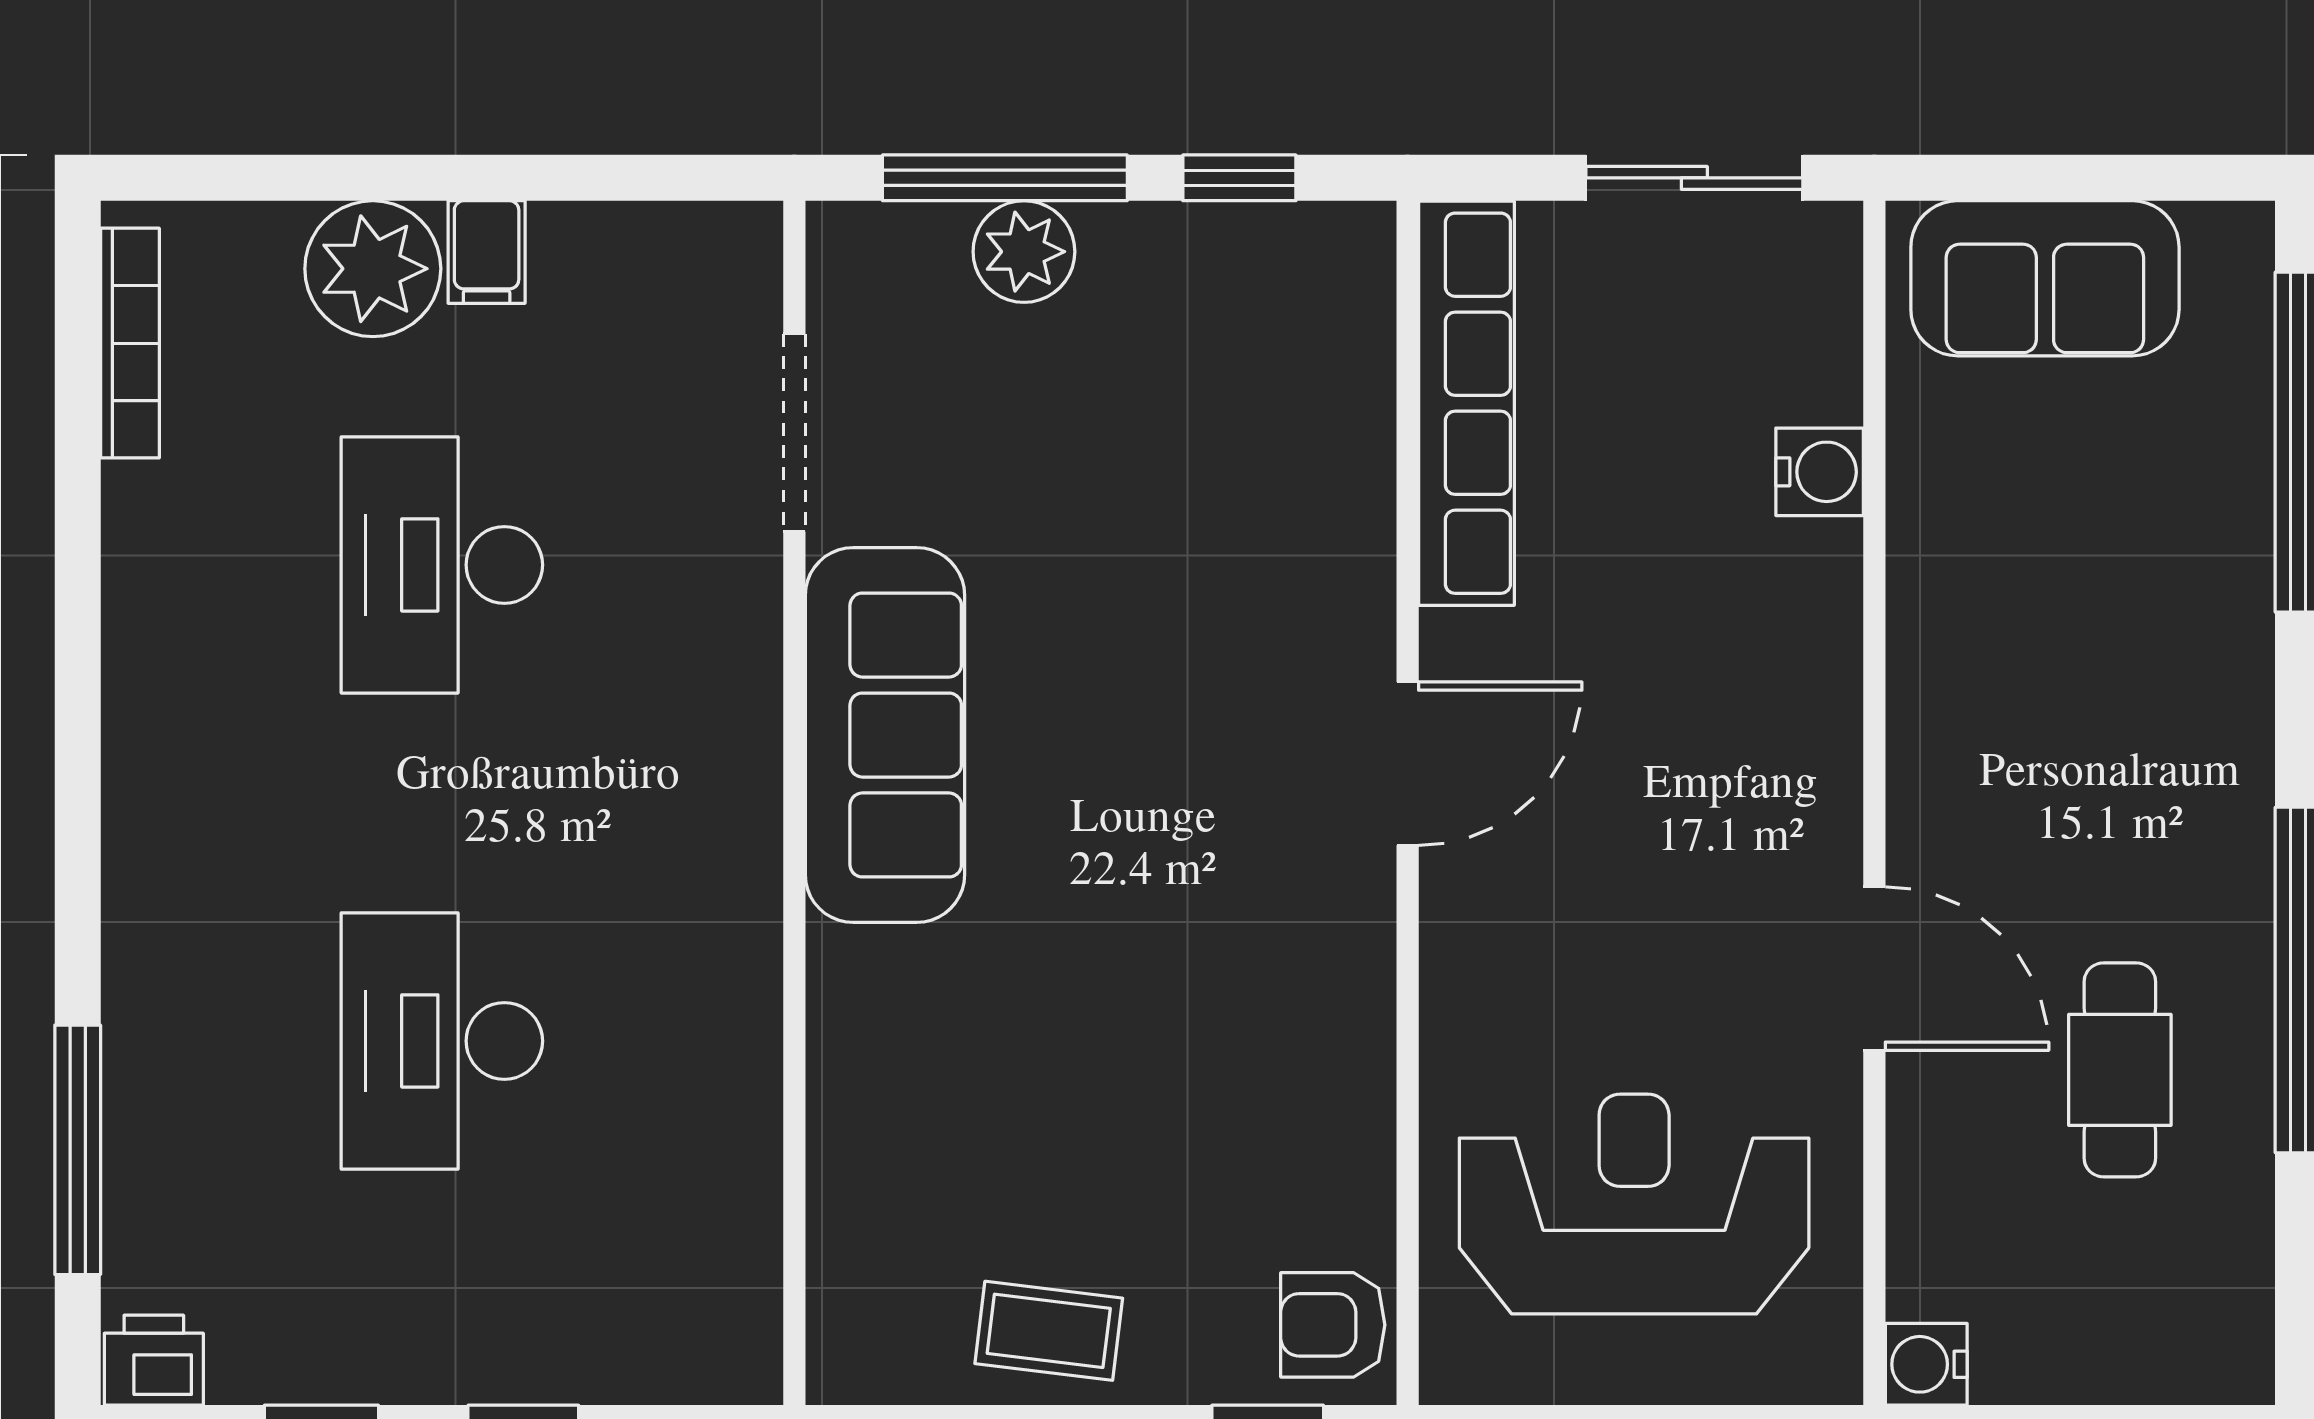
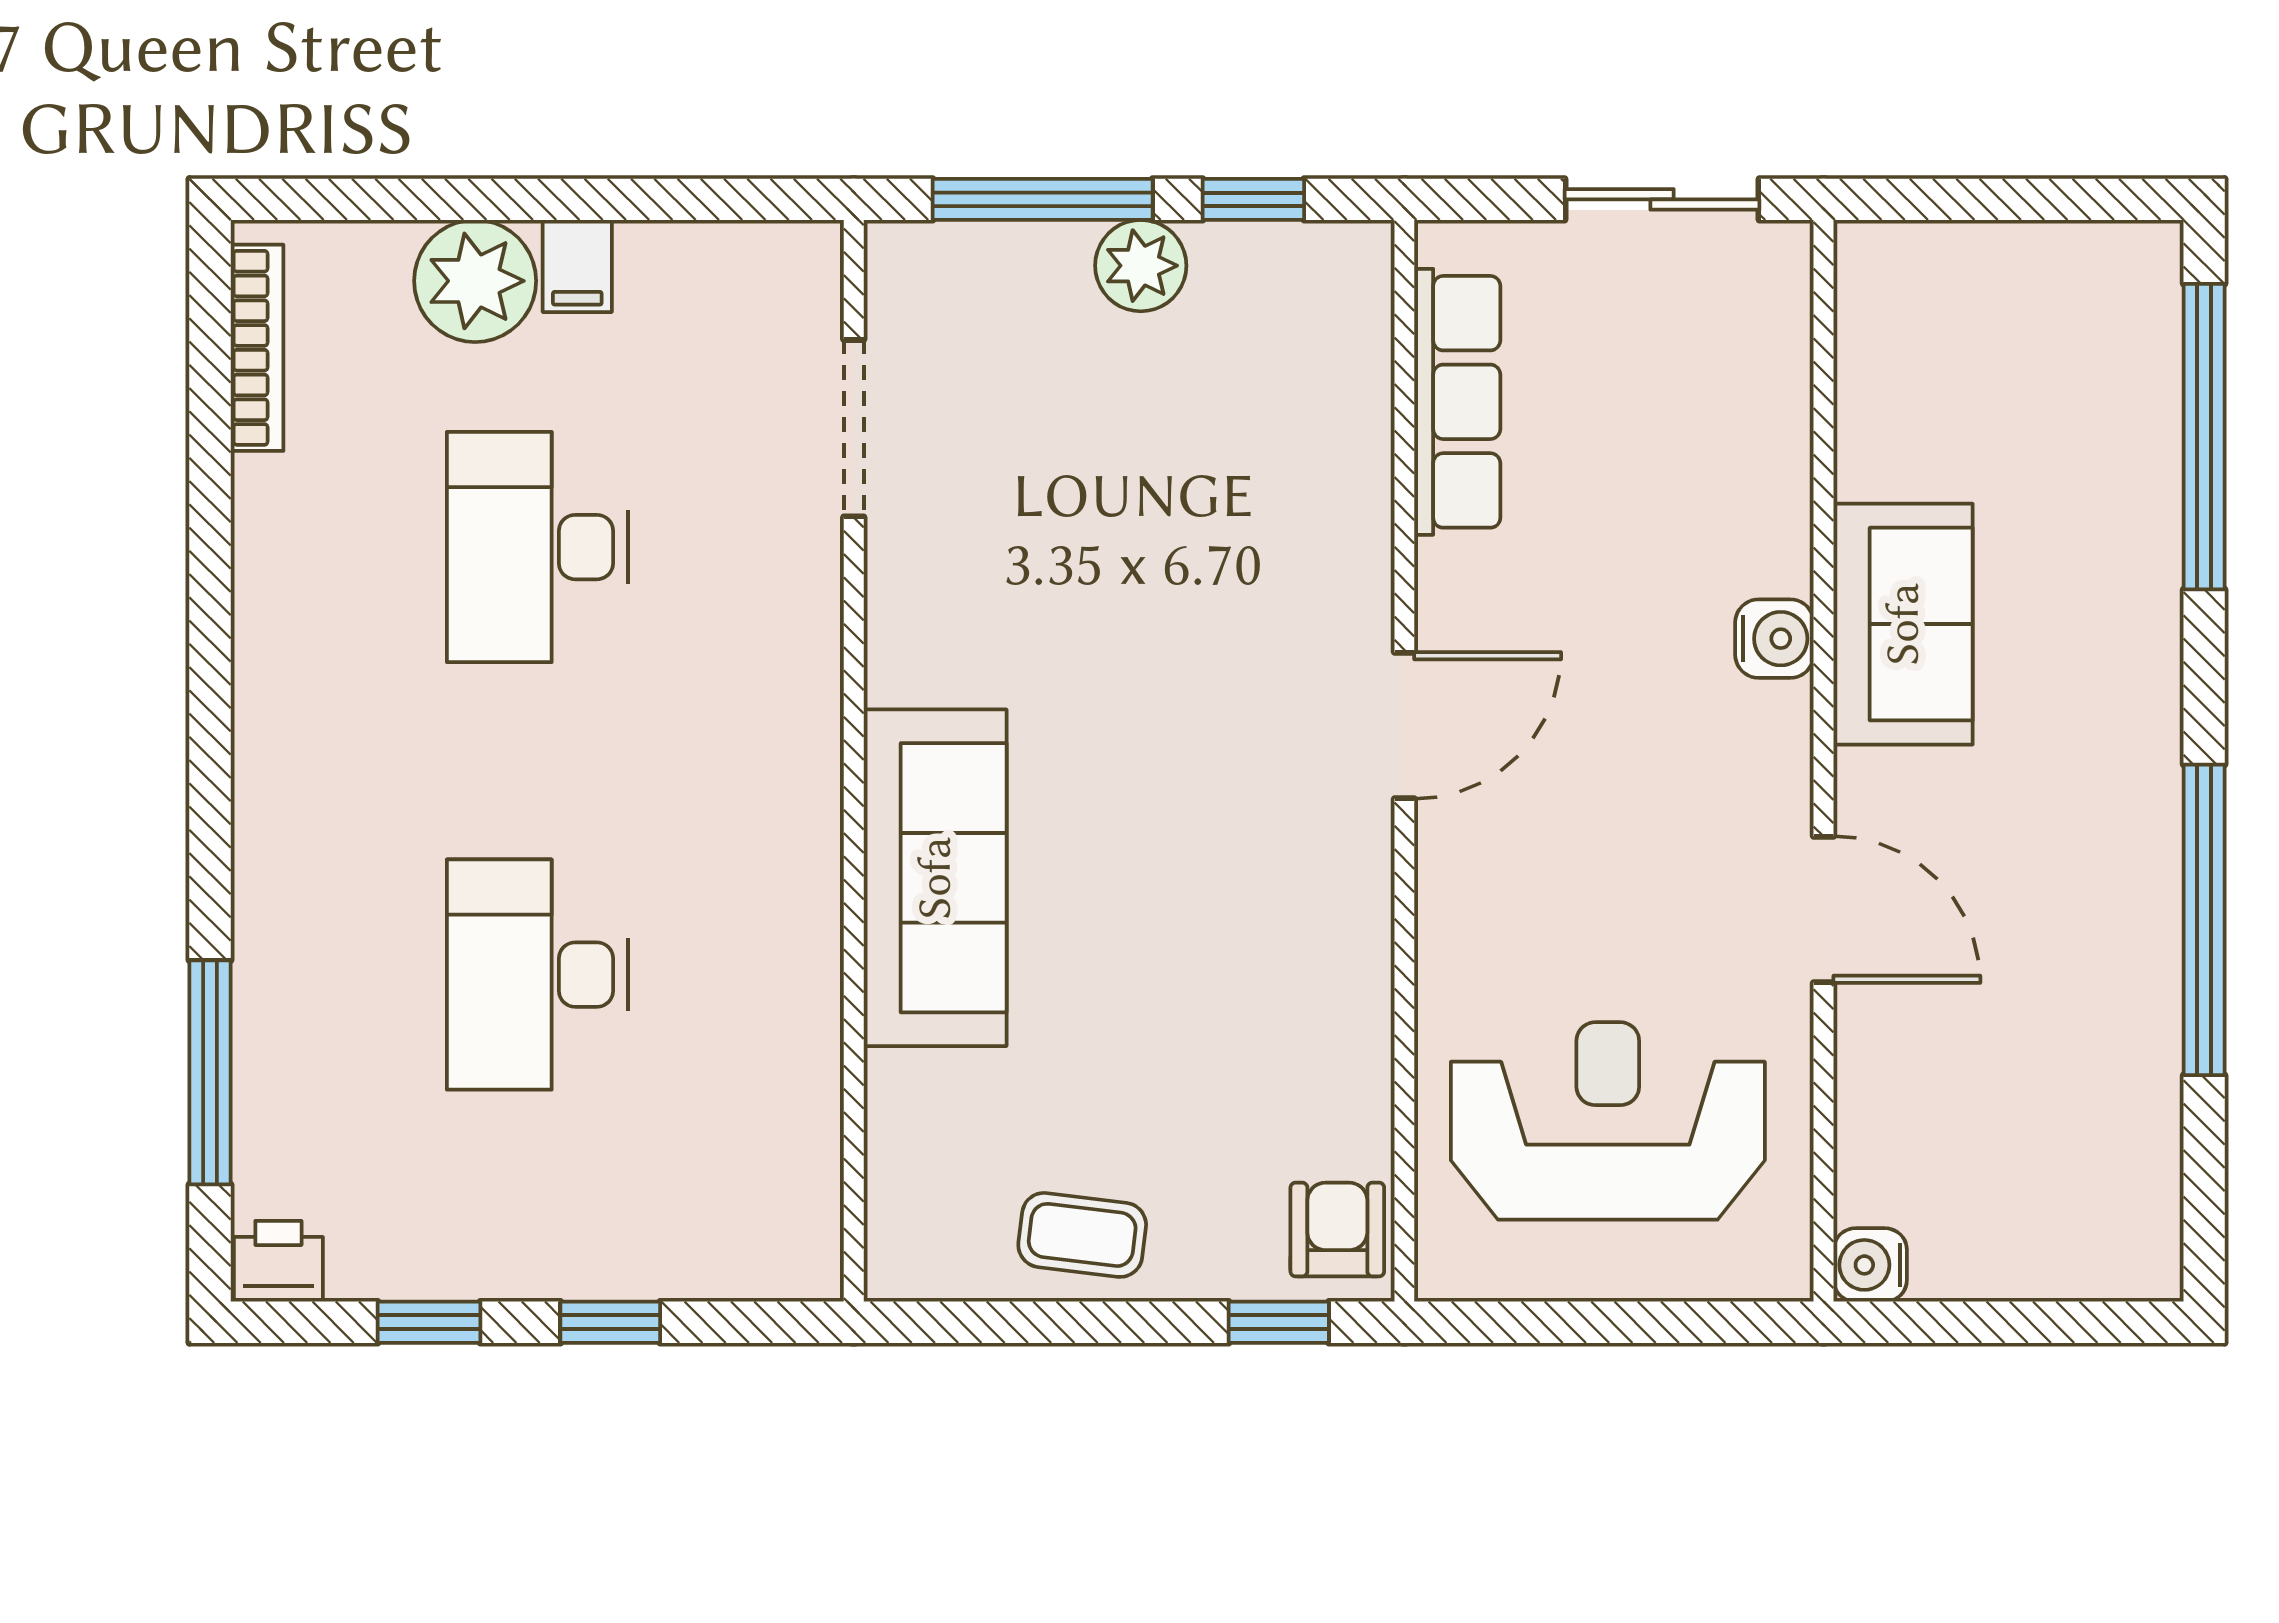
plant: (1024, 252) -> (1141, 266), moved
sofa: (2045, 278) -> (1903, 624), moved, turned -90
row of seats: (1466, 403) -> (1457, 402), width x0.73
water cooler: (1820, 472) -> (1774, 639), moved
sofa: (885, 735) -> (935, 878), moved
cafe table: (2120, 1070) -> (2044, 1001), removed
armchair: (1333, 1325) -> (1337, 1230), turned 90

